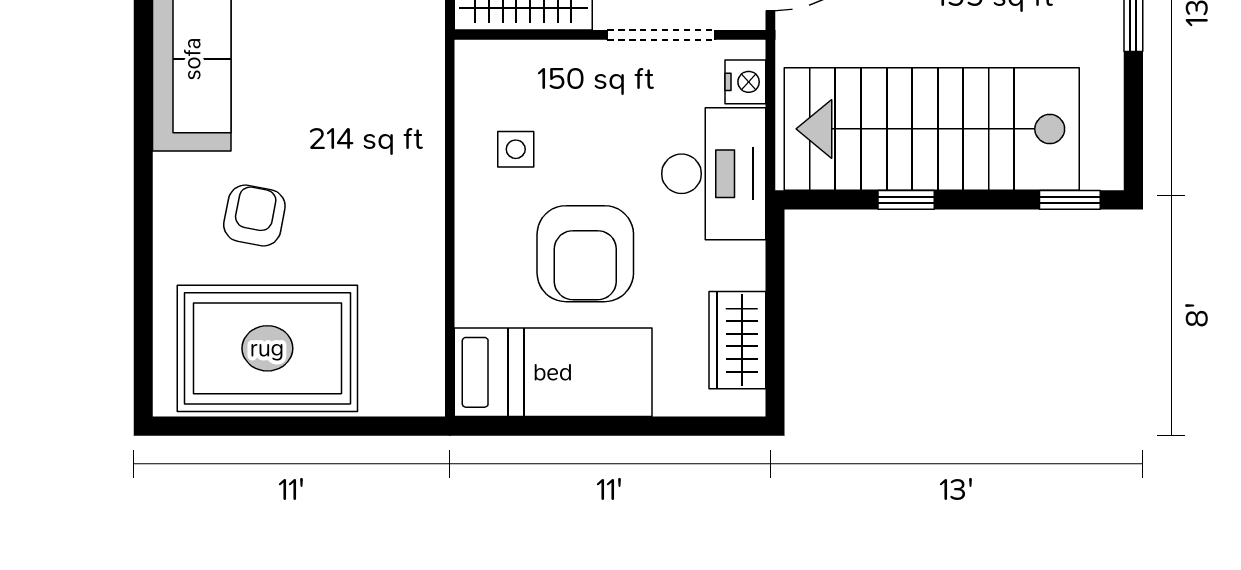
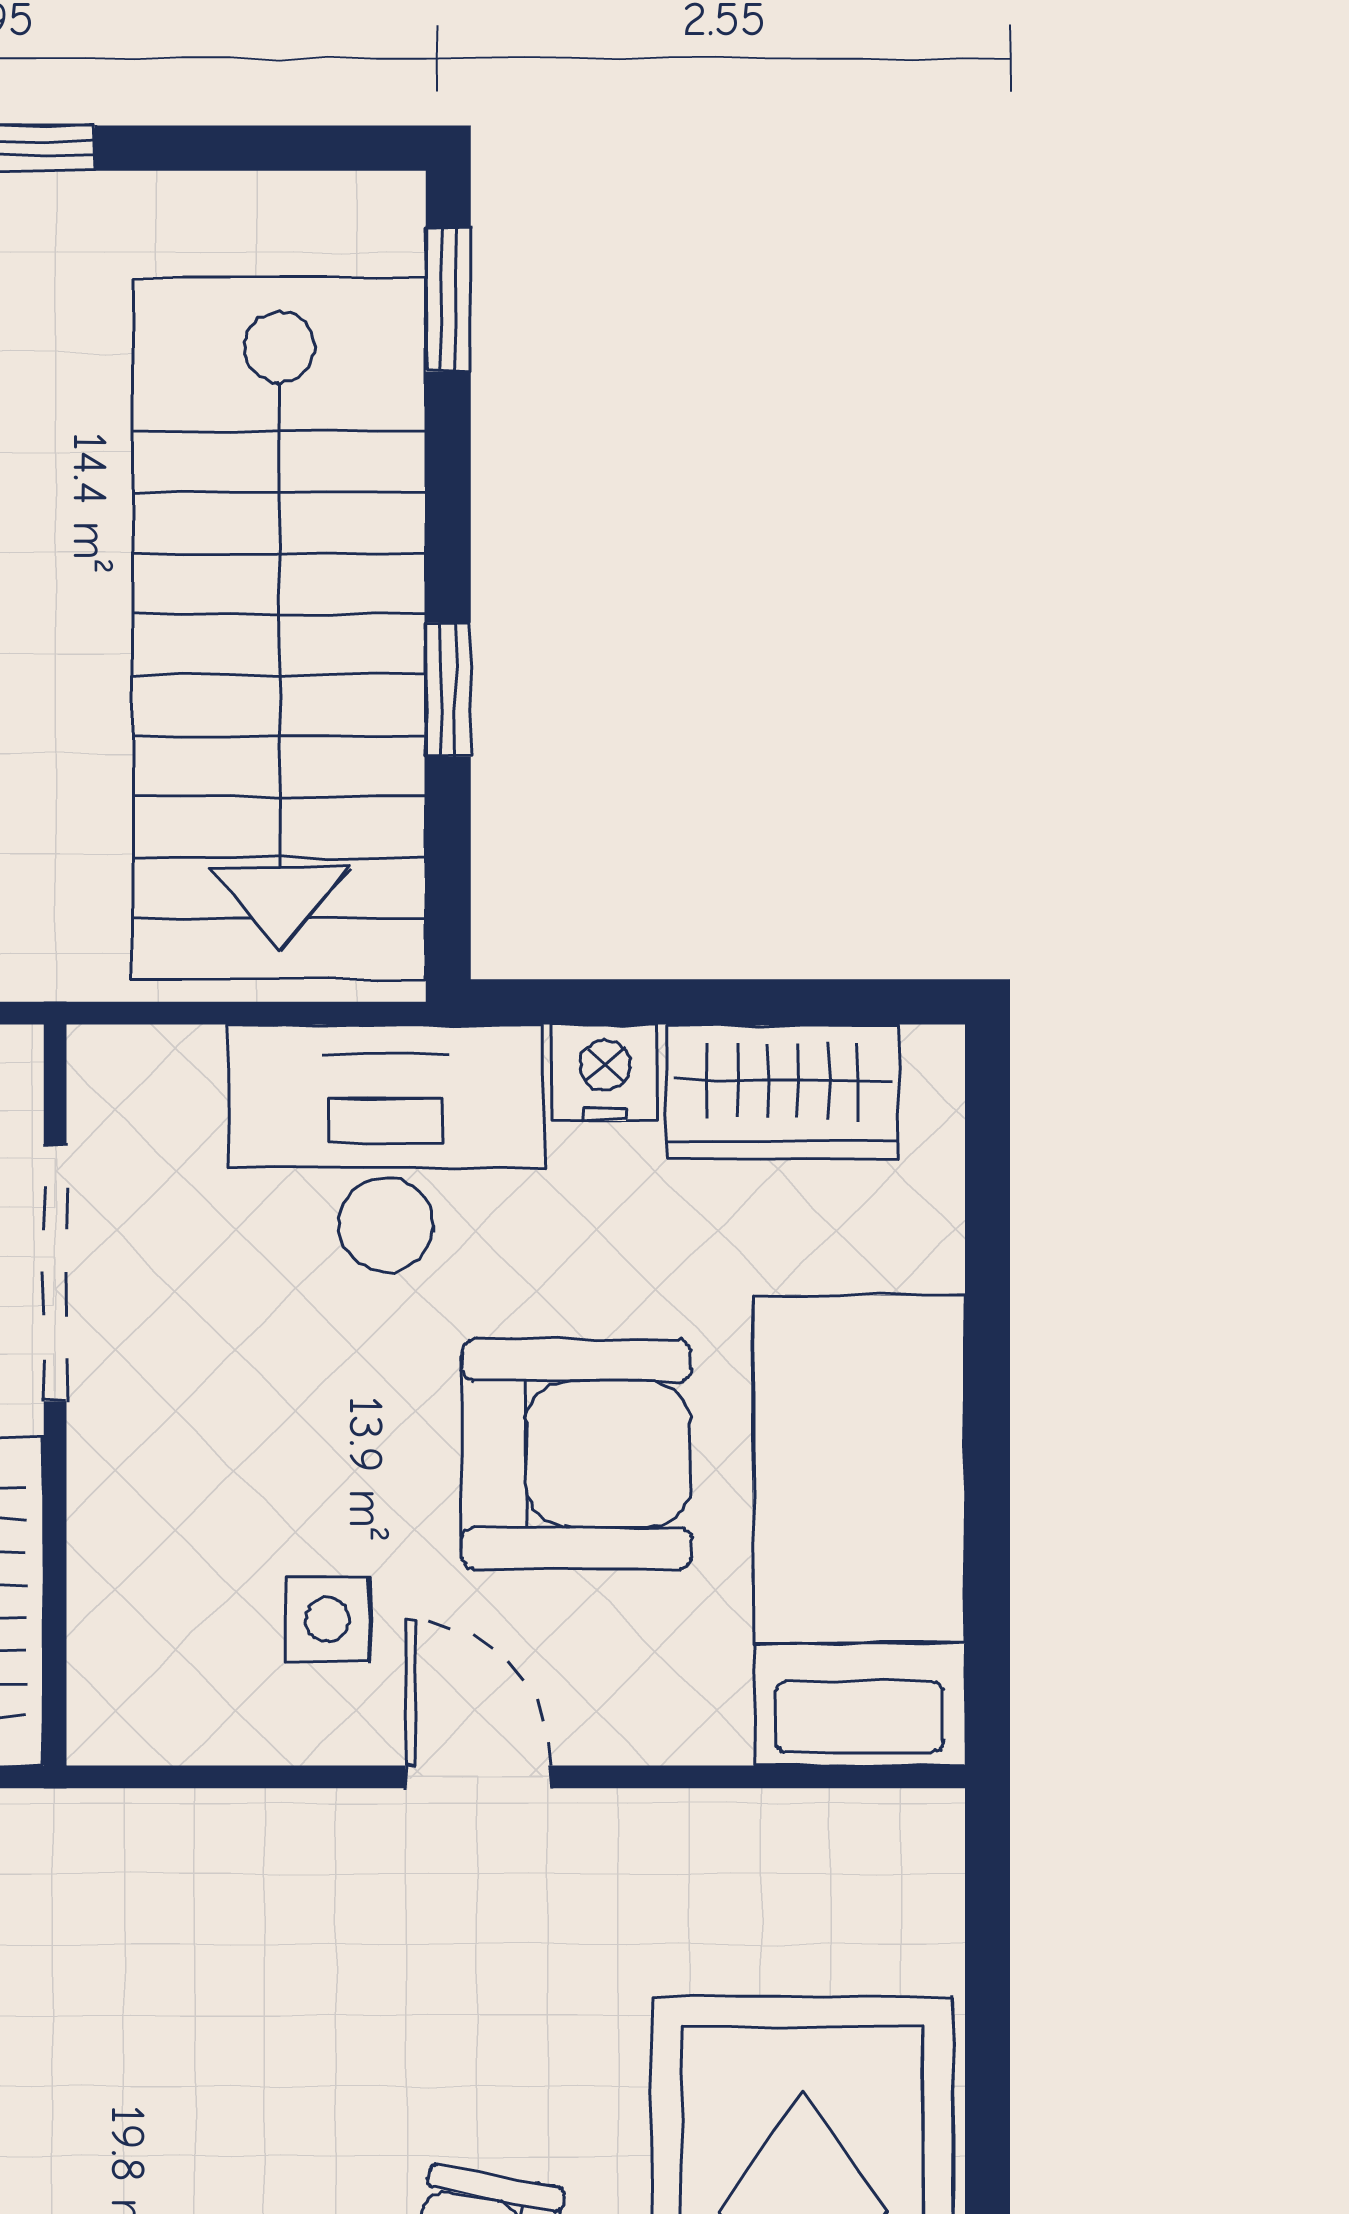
nightstand: (745, 82) -> (605, 1073), moved
door: (450, 212) -> (478, 1777), added

